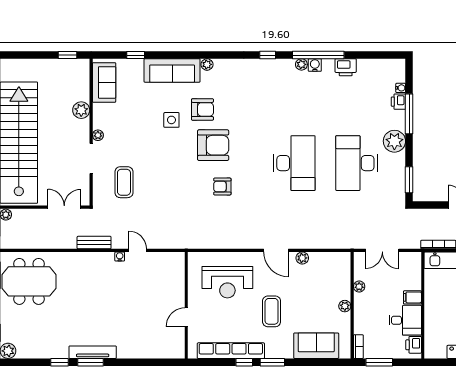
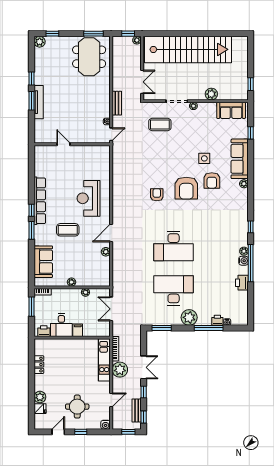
wall: (186, 305) -> (72, 144), moved
door: (186, 317) -> (63, 144), moved

